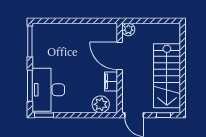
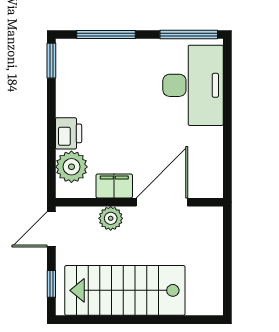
plant: (128, 29) -> (111, 218), moved
desk: (48, 90) -> (193, 85), moved, turned 90
printer: (83, 106) -> (69, 133), added

